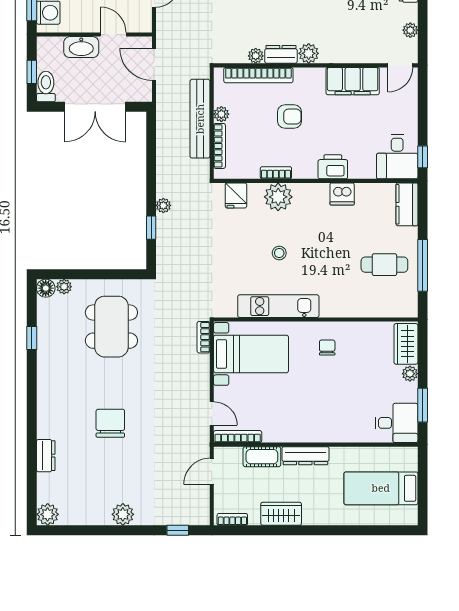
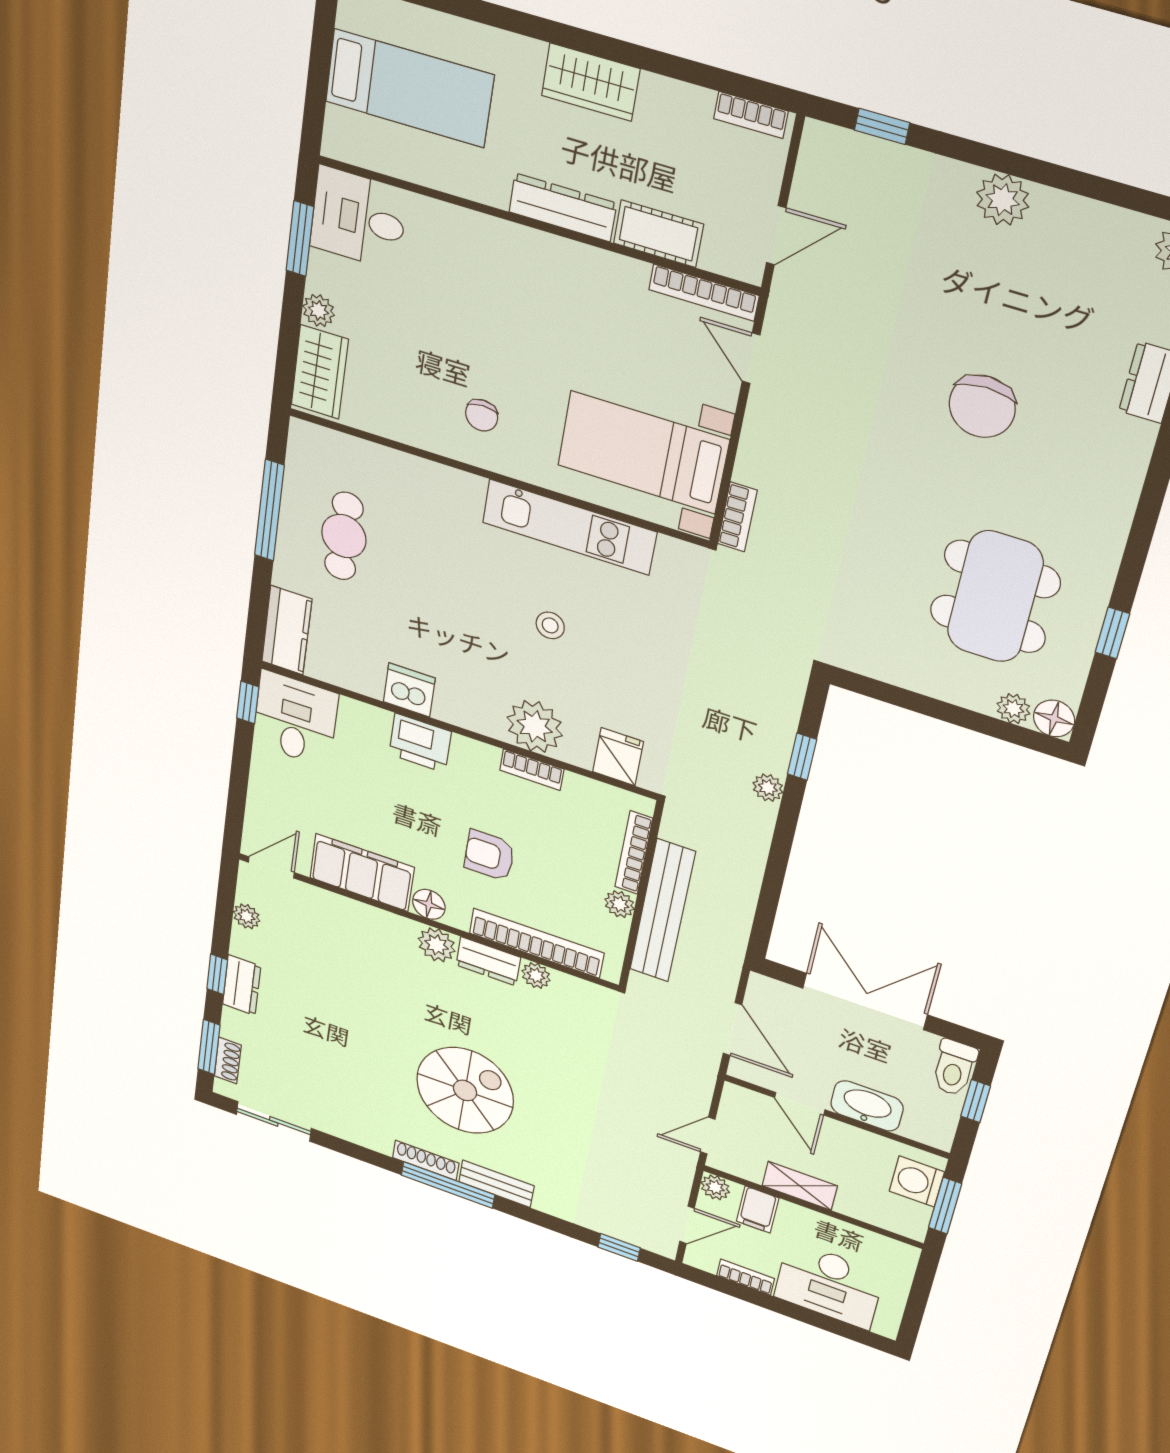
floor lamp: (316, 76) -> (429, 904), added
cafe table: (384, 265) -> (344, 536), turned 90
dining table: (111, 327) -> (995, 597), moved
wardrobe: (281, 514) -> (591, 82), moved

